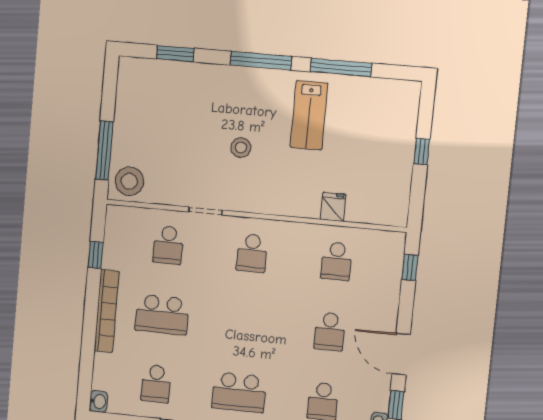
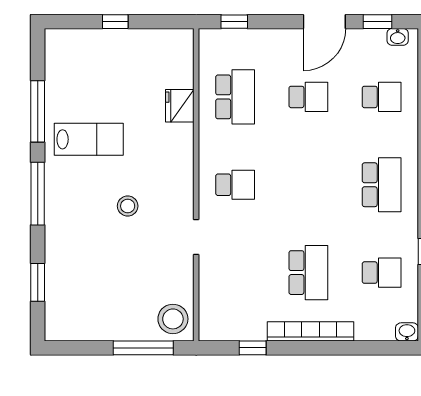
fridge: (333, 207) -> (180, 106), width x1.38
school desk: (168, 245) -> (235, 273), removed
school desk: (336, 261) -> (235, 97), width x1.85

